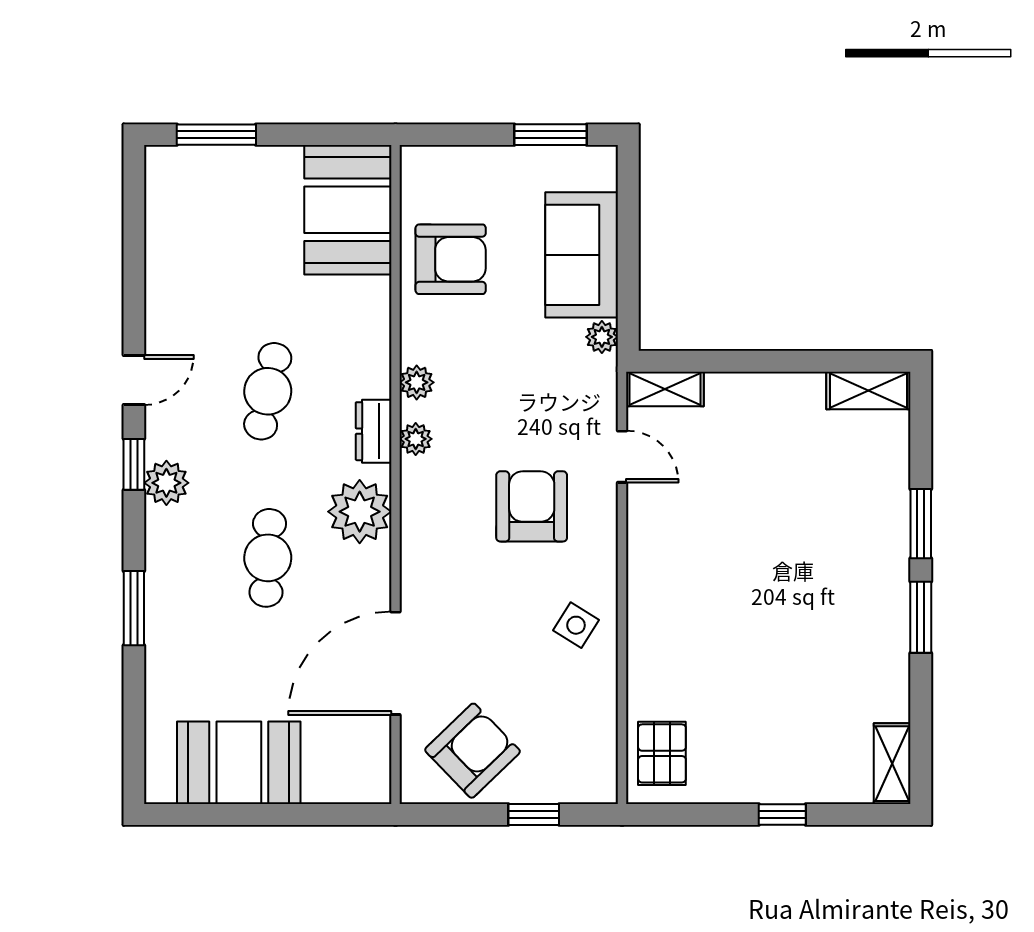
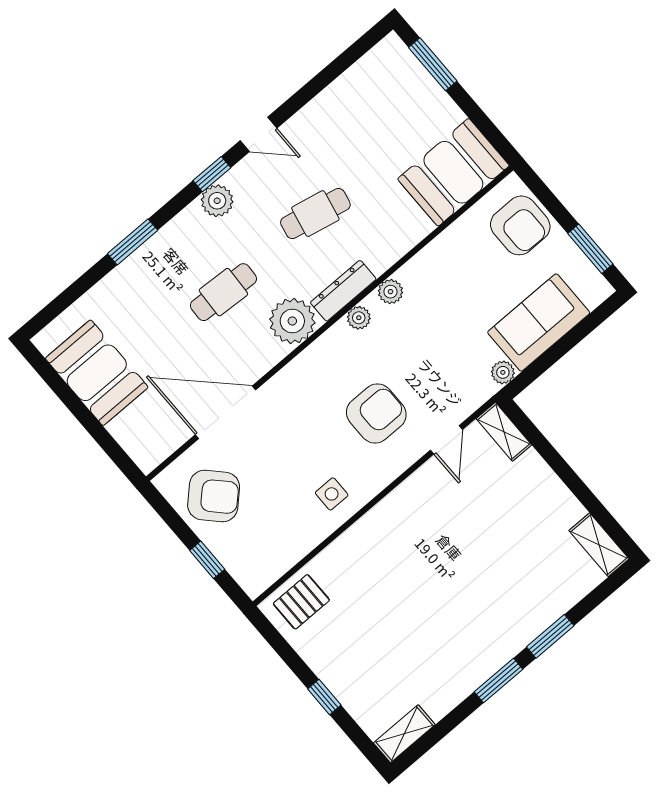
armchair: (451, 259) -> (520, 225), moved
dresser: (374, 431) -> (343, 291), width x1.44
side table: (576, 625) -> (332, 494), turned -32

